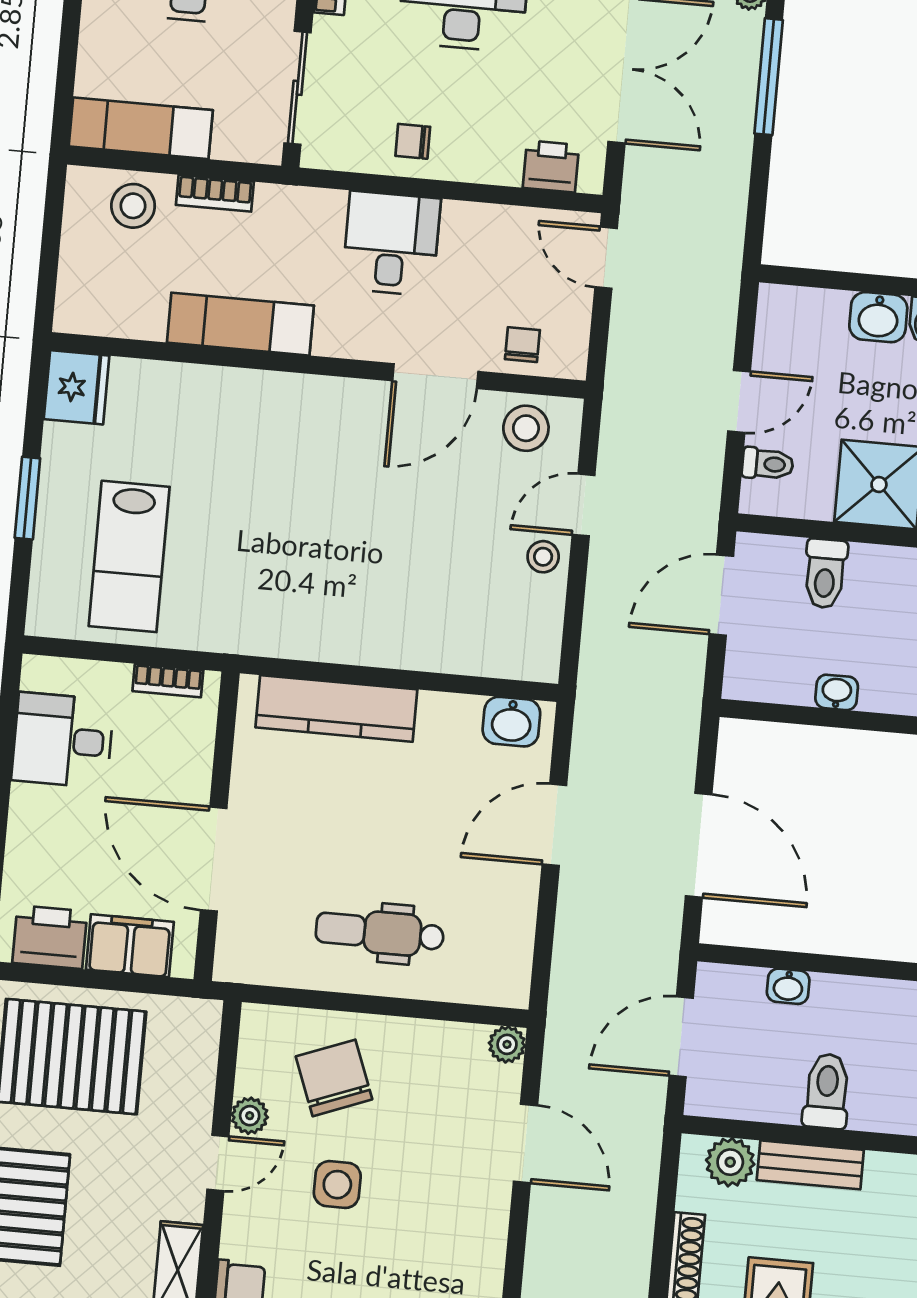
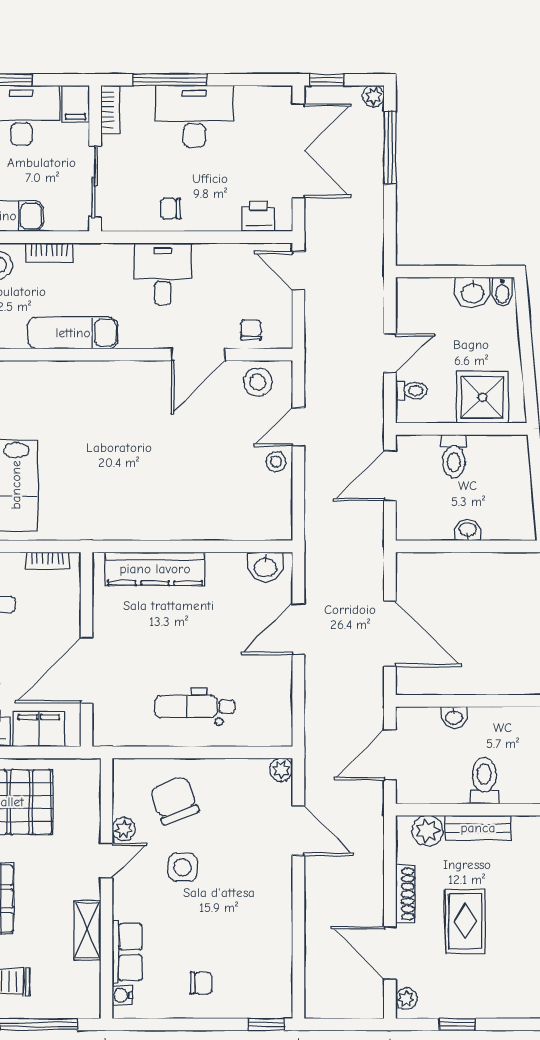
door: (214, 859) -> (86, 670), hinge flipped

